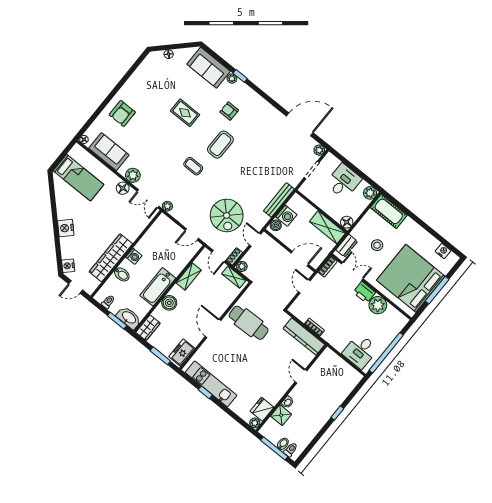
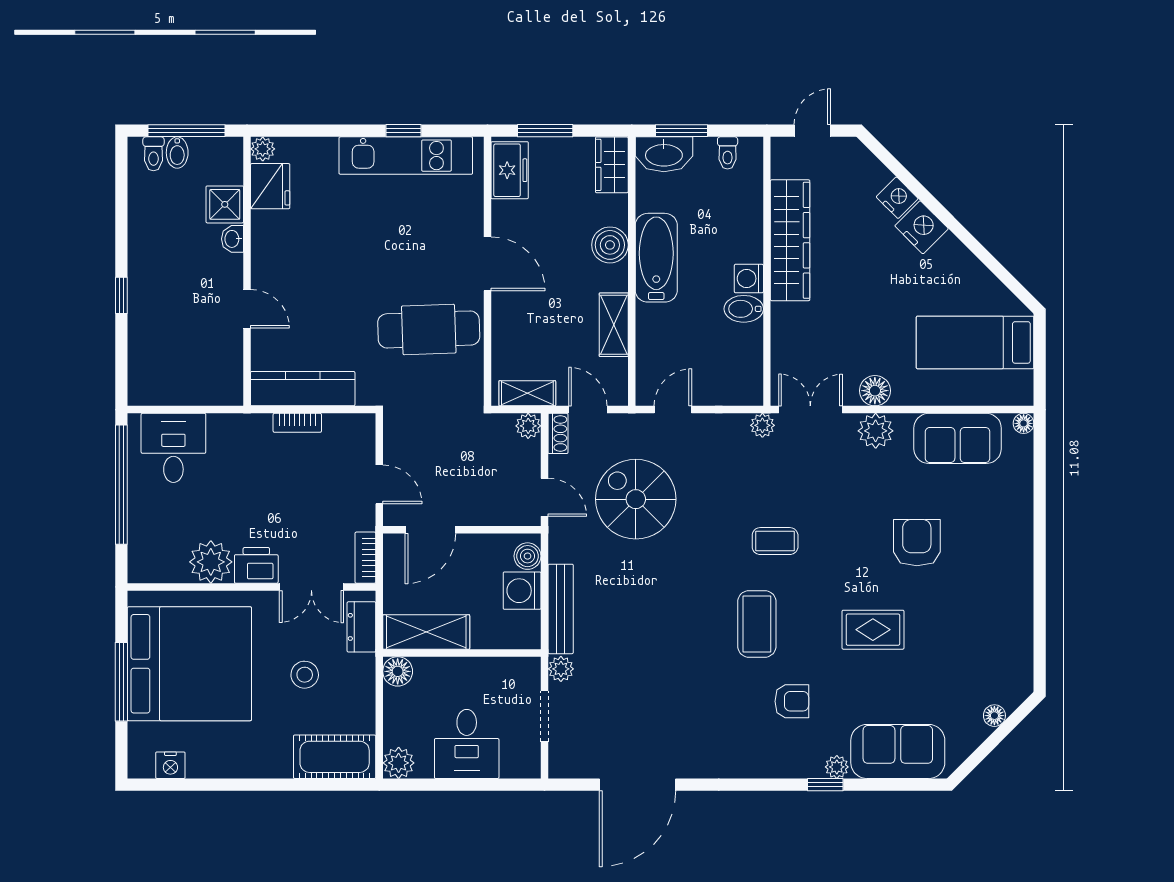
armchair: (122, 113) -> (917, 543), moved
plant: (319, 150) -> (561, 669), moved
nightstand: (68, 266) -> (897, 198), moved
bidet: (122, 274) -> (744, 309), moved

